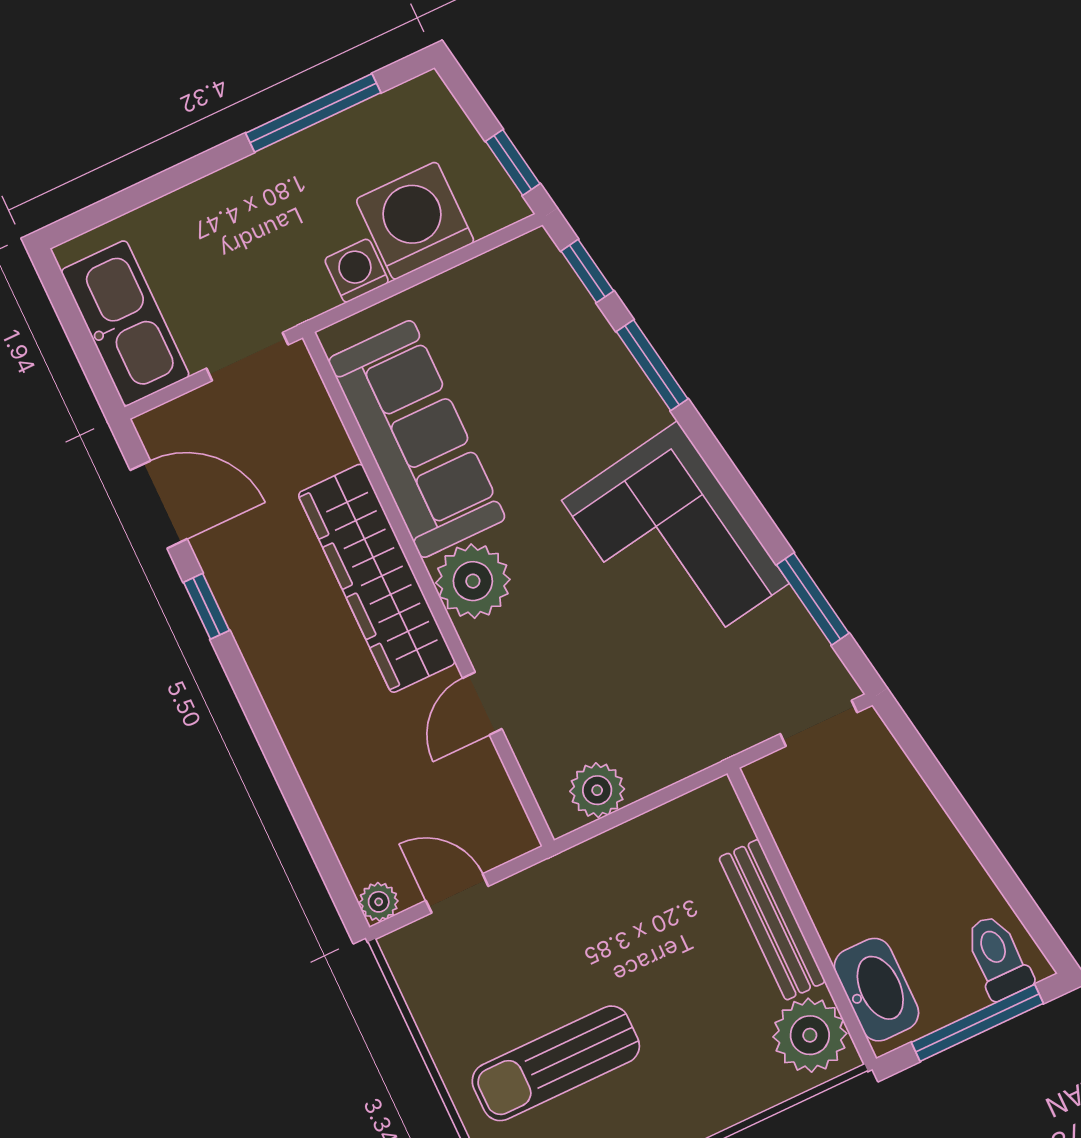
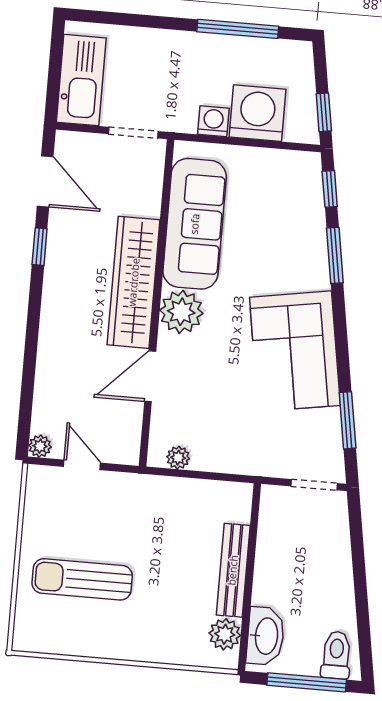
door: (482, 704) -> (150, 376), width x1.38
plant: (597, 790) -> (178, 458), width x0.73, depth x0.73
plant: (810, 1035) -> (225, 634), width x0.73, depth x0.73

